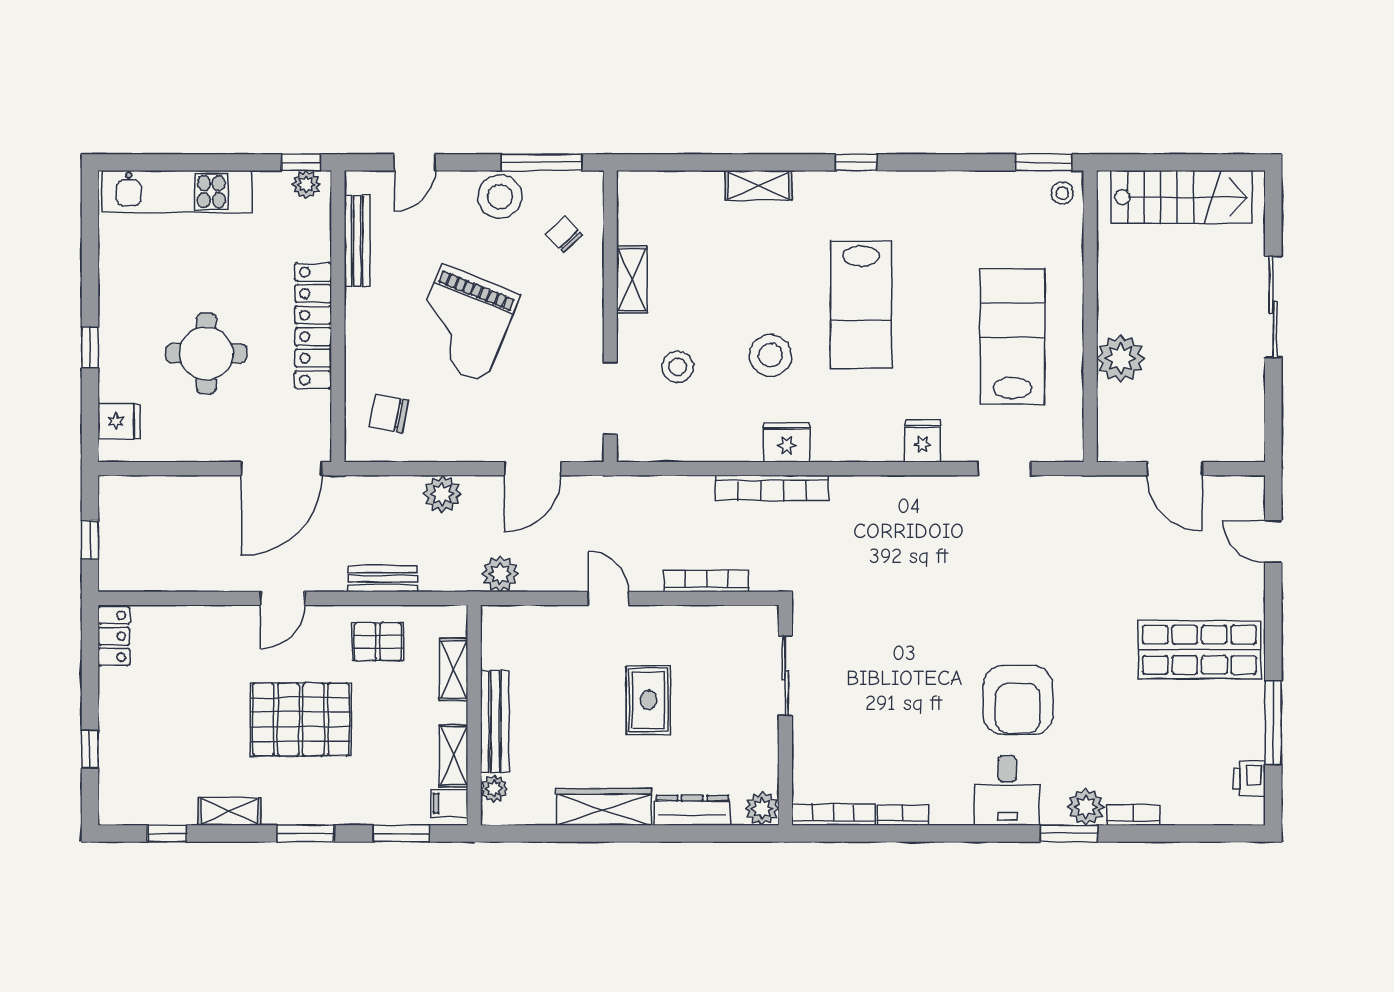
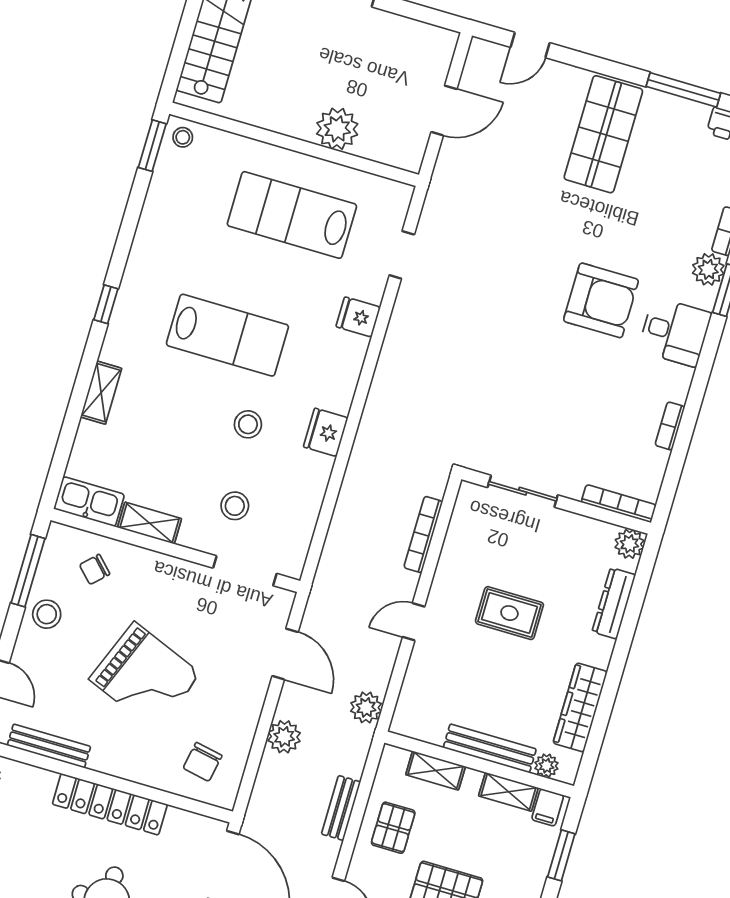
stool: (500, 197) -> (47, 614), width x0.73, depth x0.73
kitchen sink: (636, 207) -> (89, 502), added
stool: (771, 355) -> (248, 424), width x0.73, depth x0.73
bookcase: (772, 488) -> (361, 456), removed
wardrobe: (604, 807) -> (580, 707), moved
bookcase: (833, 815) -> (619, 504), moved, turned 90

